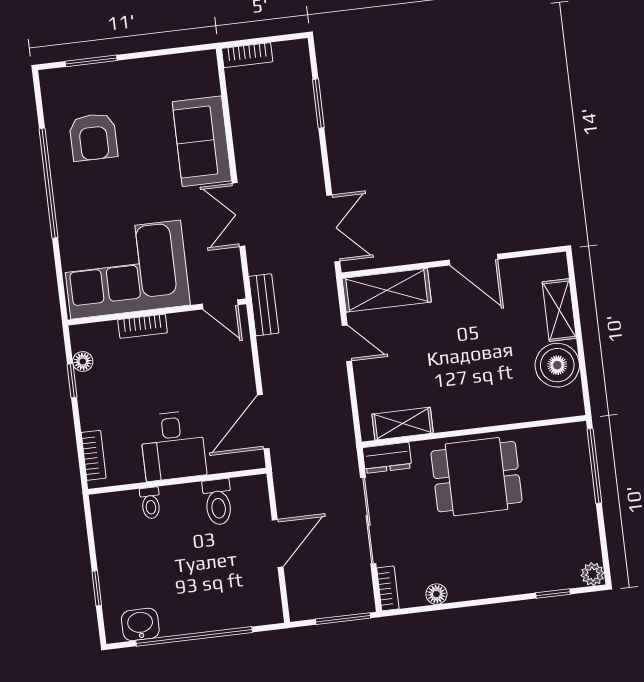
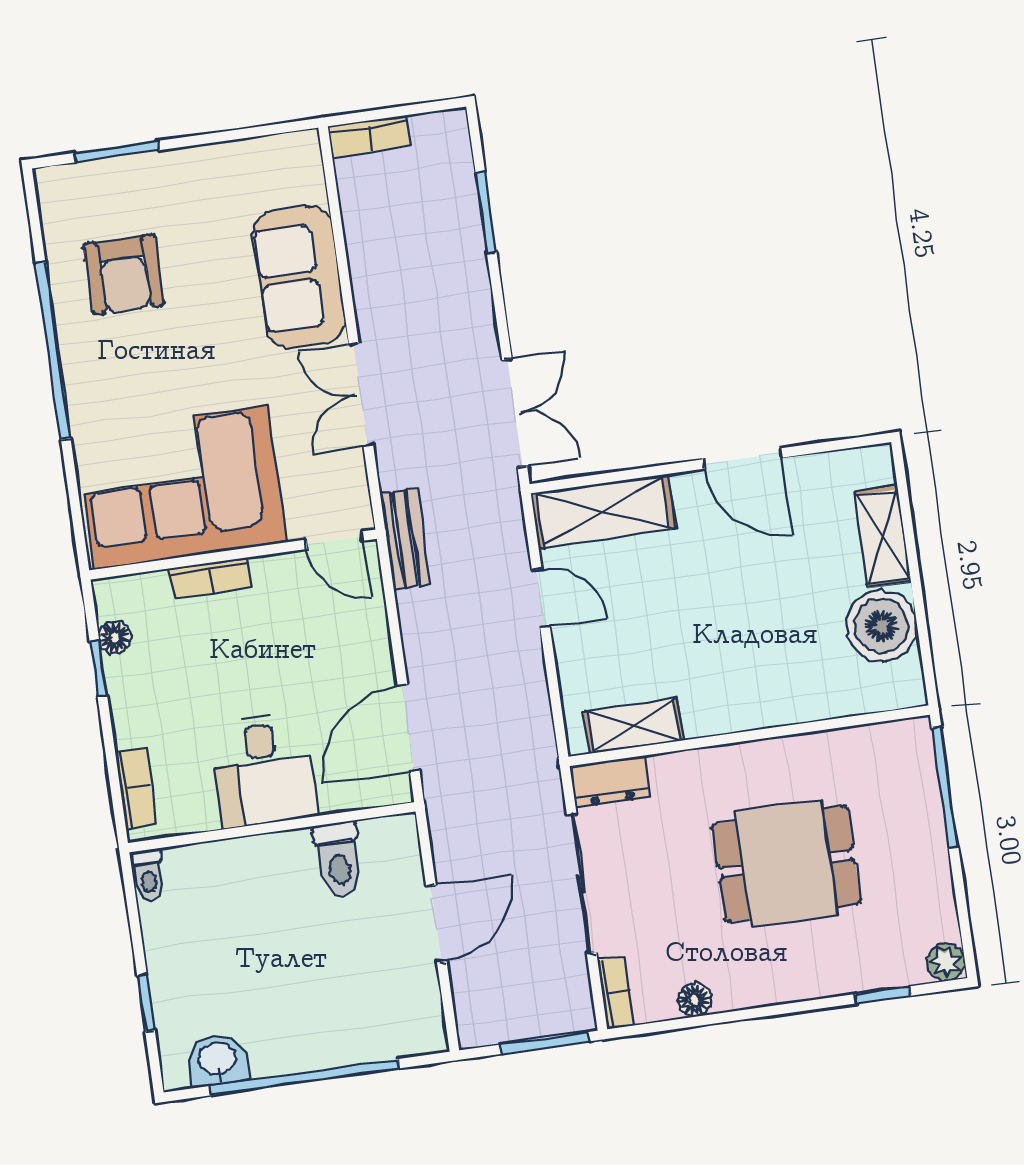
dining table: (477, 477) -> (786, 864), moved
toilet: (150, 503) -> (148, 875), moved

